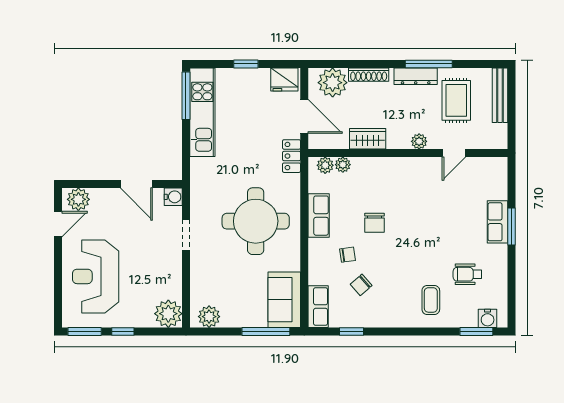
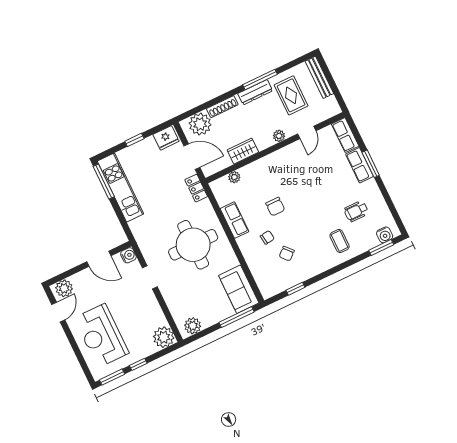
plant: (325, 165) -> (222, 183), removed
row of seats: (318, 307) -> (345, 135), moved, turned 180

